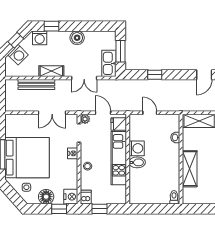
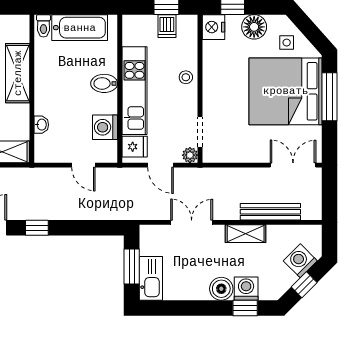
washing machine: (40, 38) -> (246, 289), moved
boiler: (77, 38) -> (221, 289), moved
kitchen sink: (109, 63) -> (151, 278), moved
window: (155, 75) -> (37, 228), moved
double door: (52, 113) -> (293, 165), moved
washing machine: (137, 148) -> (105, 127), moved
nightstand: (73, 153) -> (211, 98), removed
bathtub: (152, 196) -> (80, 28), added
dishwasher: (86, 197) -> (167, 26), moved

